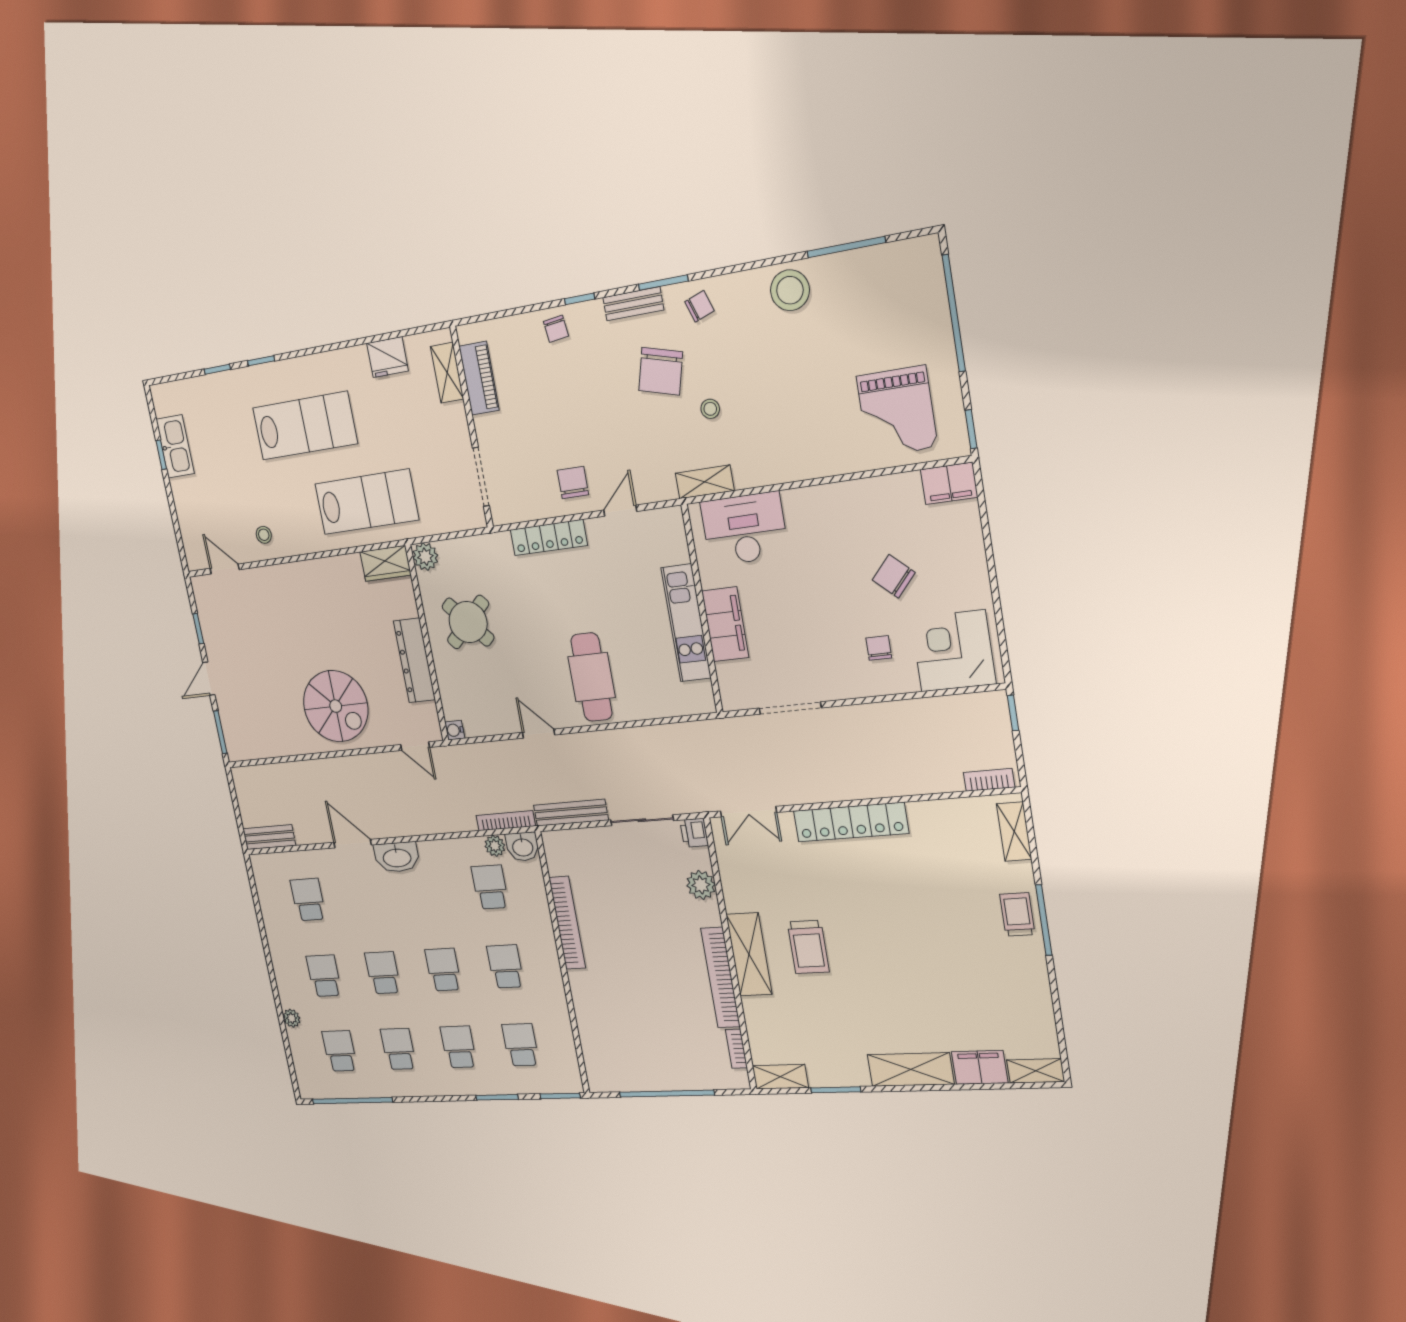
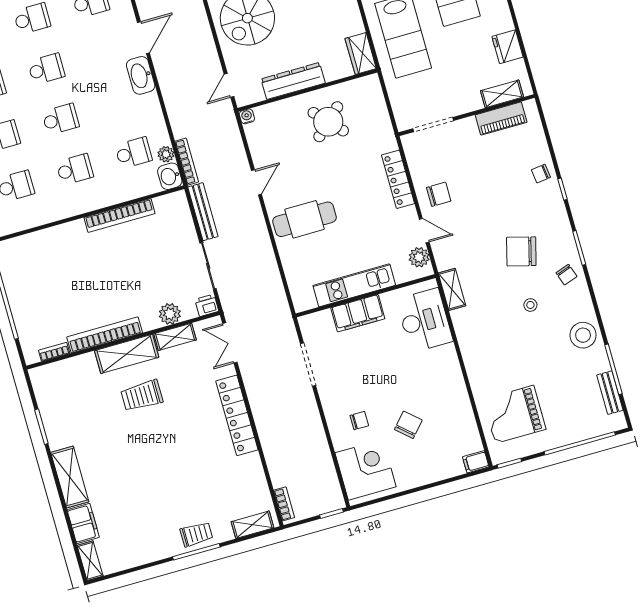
bench: (633, 304) -> (610, 393), moved
stool: (710, 409) -> (530, 305), moved
filing cabinet: (949, 483) -> (476, 462), width x0.50
plant: (425, 557) -> (419, 257), moved
shelving: (780, 1077) -> (175, 337), moved, turned 90

